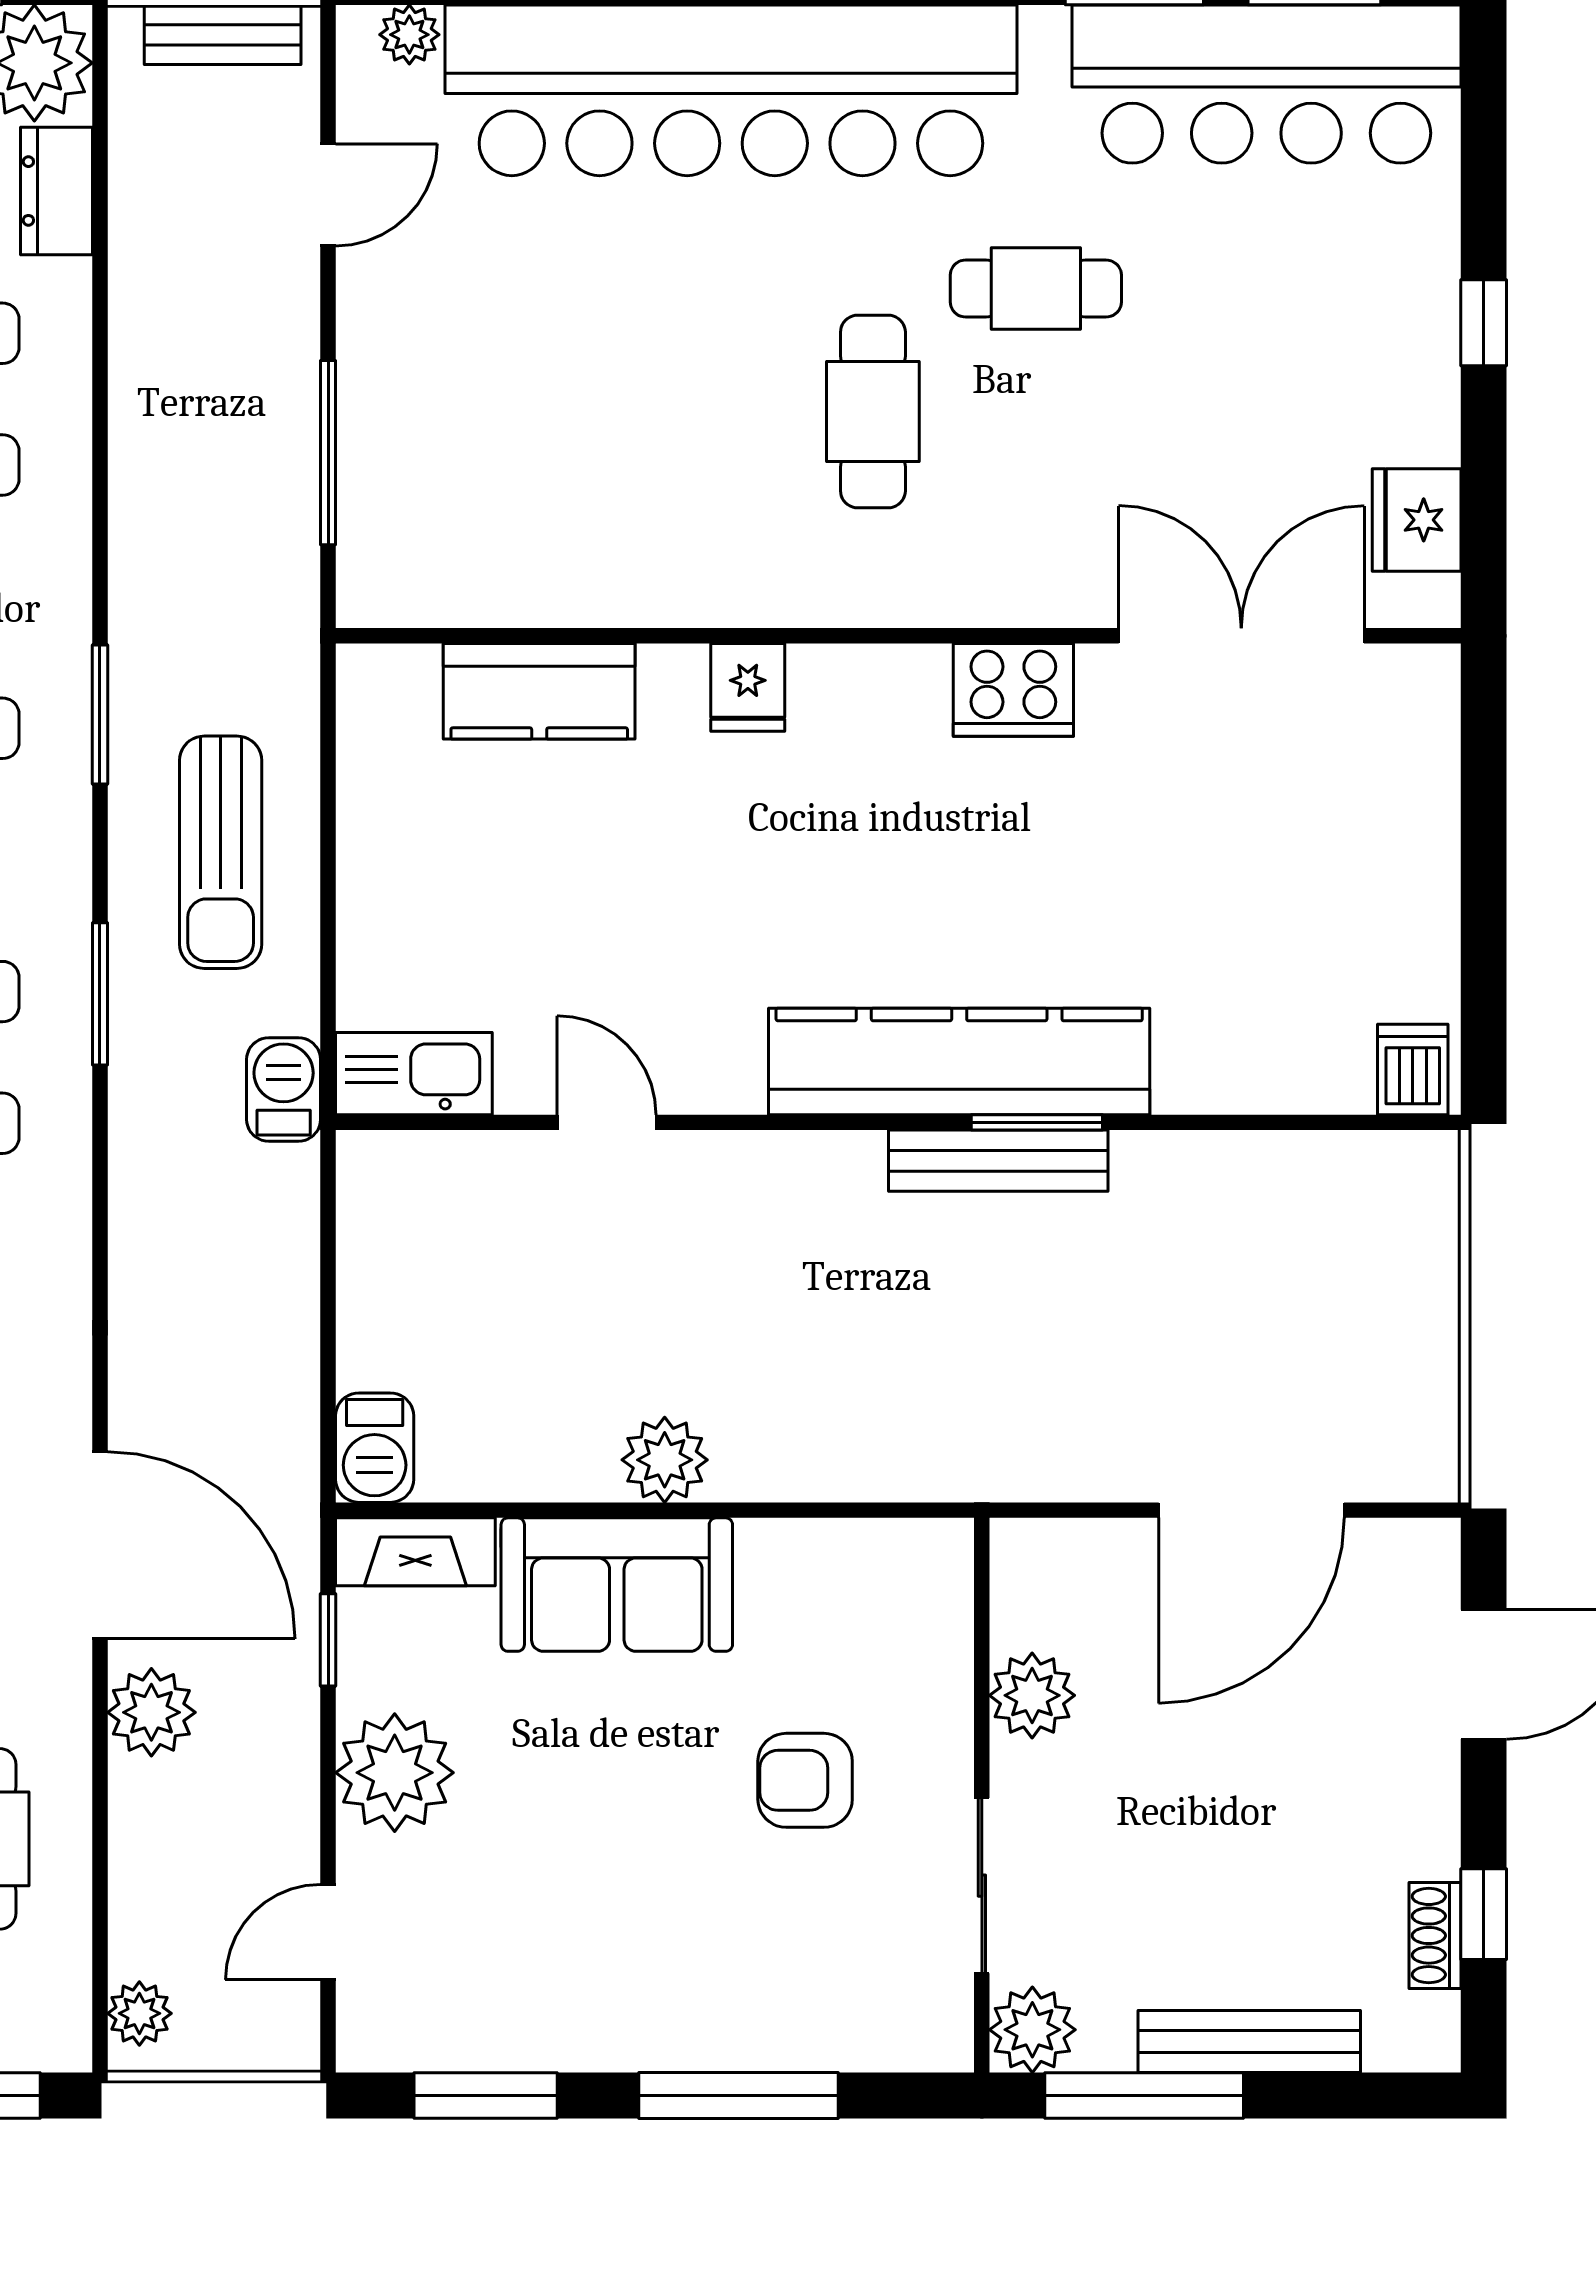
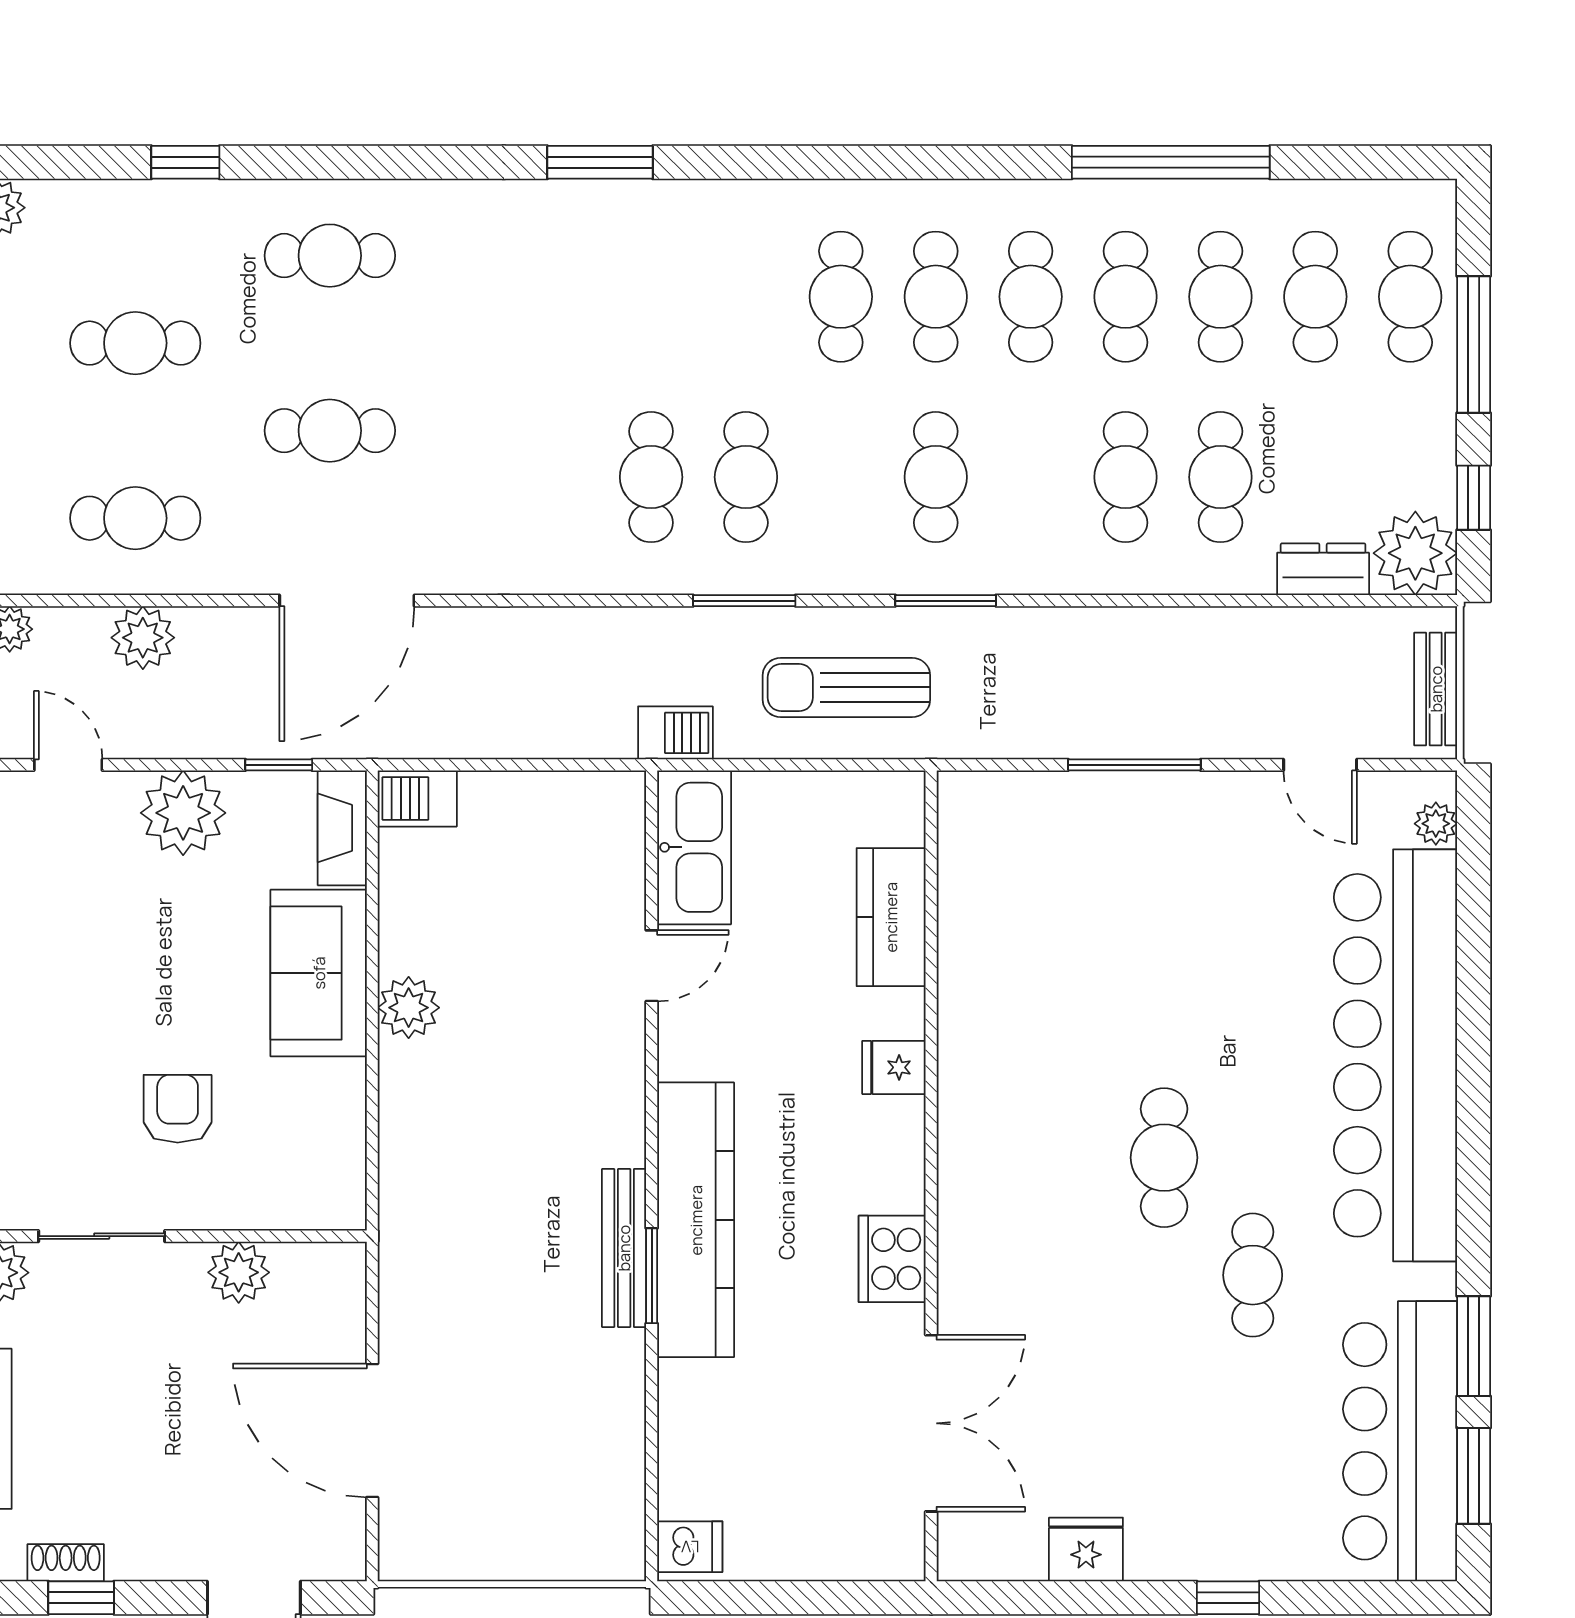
cafe table: (873, 411) -> (1164, 1158), turned 90
wall: (898, 636) -> (931, 1176), moved
double door: (1241, 636) -> (931, 1423), moved
fridge: (748, 687) -> (894, 1067), moved
cooker: (1013, 690) -> (892, 1259), moved
kitchen counter: (539, 691) -> (891, 917), moved
kitchen sink: (414, 1074) -> (694, 847), width x1.36, depth x1.24
plant: (151, 1712) -> (143, 638), moved

